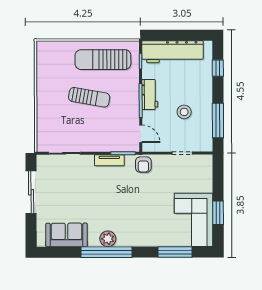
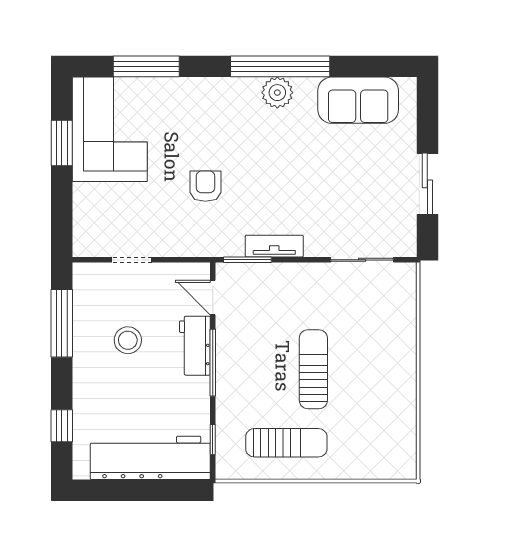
sun lounger: (103, 60) -> (286, 443), width x0.73, depth x0.75
workbench: (150, 94) -> (195, 346), moved
sun lounger: (89, 97) -> (313, 369), turned 80
armchair: (143, 165) -> (205, 186), moved
sliding door: (31, 192) -> (427, 184), width x0.73

